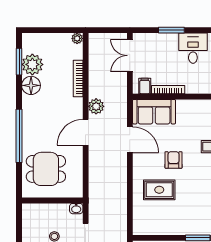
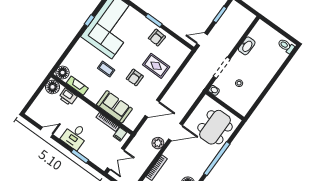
sofa: (154, 112) -> (114, 107), moved
door: (130, 140) -> (152, 108), swing flipped
dining table: (46, 169) -> (215, 127), width x1.38
armchair: (181, 221) -> (157, 38), added

